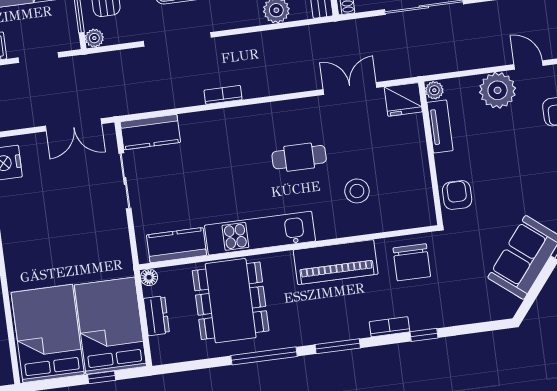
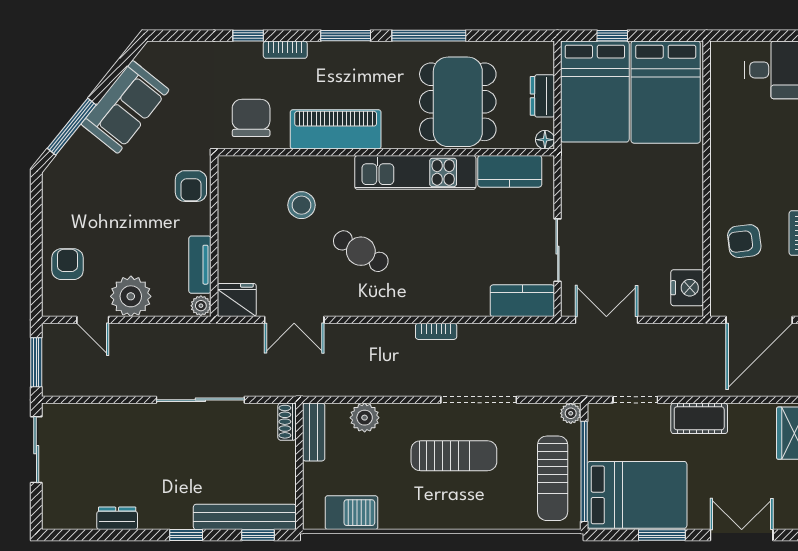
cafe table: (299, 157) -> (361, 251), turned 31

